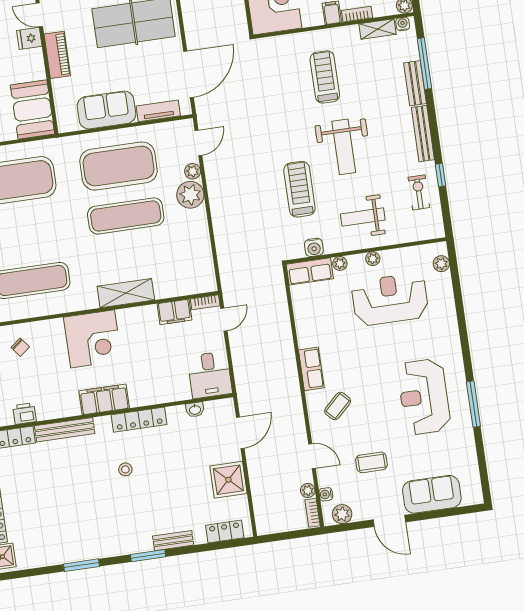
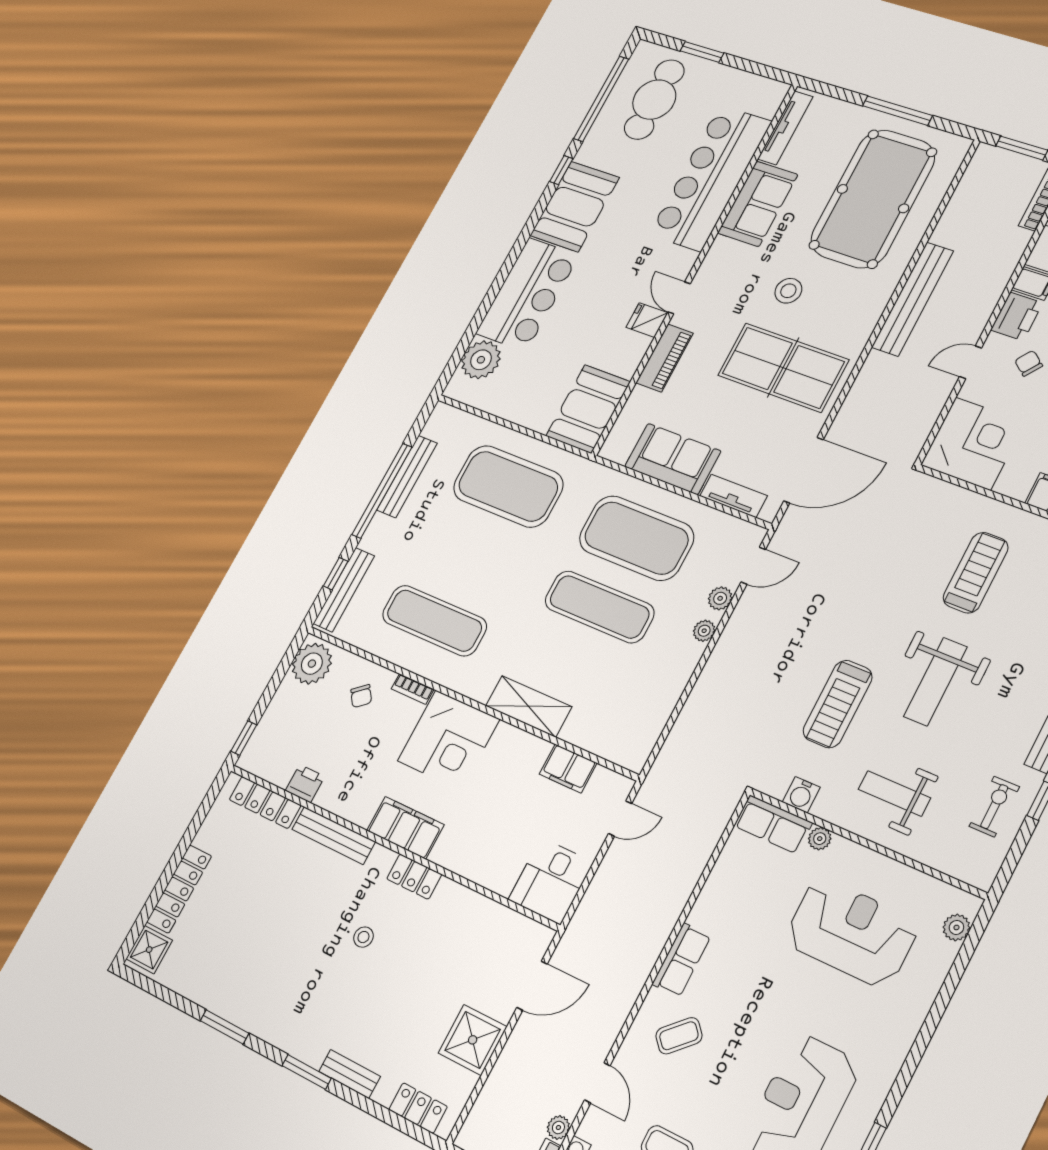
treadmill: (299, 189) -> (838, 704), turned 180
plant: (190, 195) -> (704, 631), width x0.53, depth x0.53
plant: (373, 259) -> (868, 860), removed
bookcase: (205, 302) -> (413, 689), moved
washbasin: (195, 410) -> (500, 915), removed
locker: (139, 420) -> (414, 877), width x0.66

